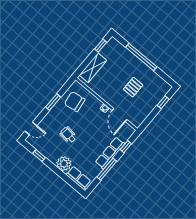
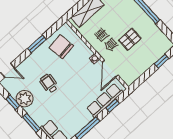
row of seats: (110, 153) -> (105, 100), moved
plant: (64, 164) -> (25, 99), moved
window: (58, 171) -> (31, 123), added

